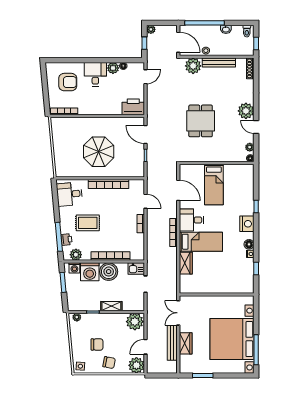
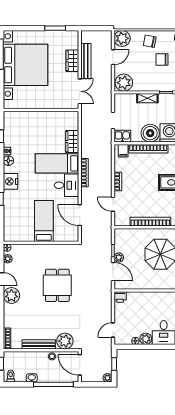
printer: (133, 107) -> (120, 297), width x0.53, depth x0.68
plant: (140, 149) -> (119, 257), added
filing cabinet: (135, 254) -> (123, 151), added

